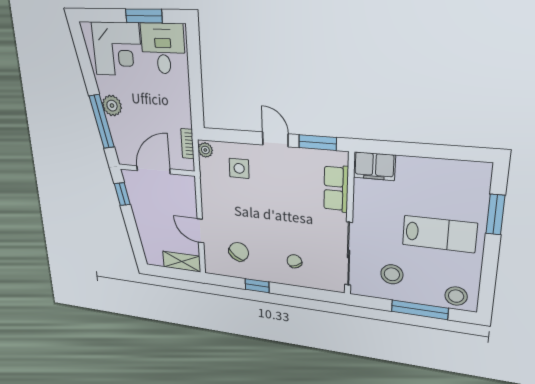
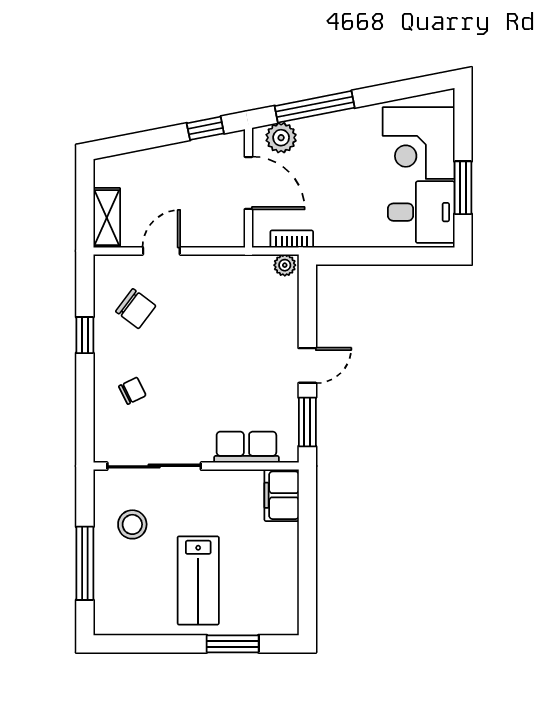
plant: (112, 106) -> (281, 138), moved
side table: (239, 168) -> (262, 314), removed
stool: (456, 296) -> (113, 608), removed

